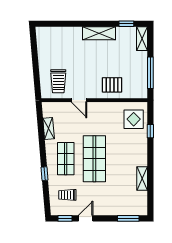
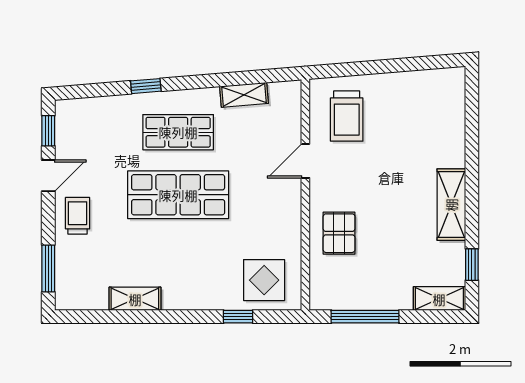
trolley: (58, 81) -> (347, 116), turned -90
trolley: (67, 195) -> (78, 216), moved
door: (86, 218) -> (48, 176), hinge flipped

